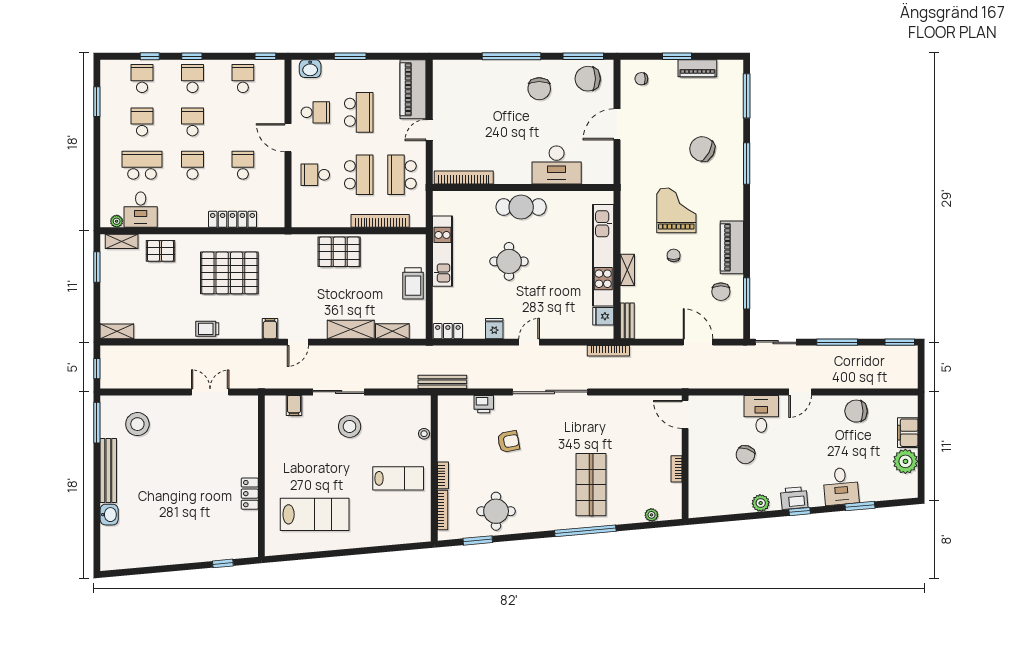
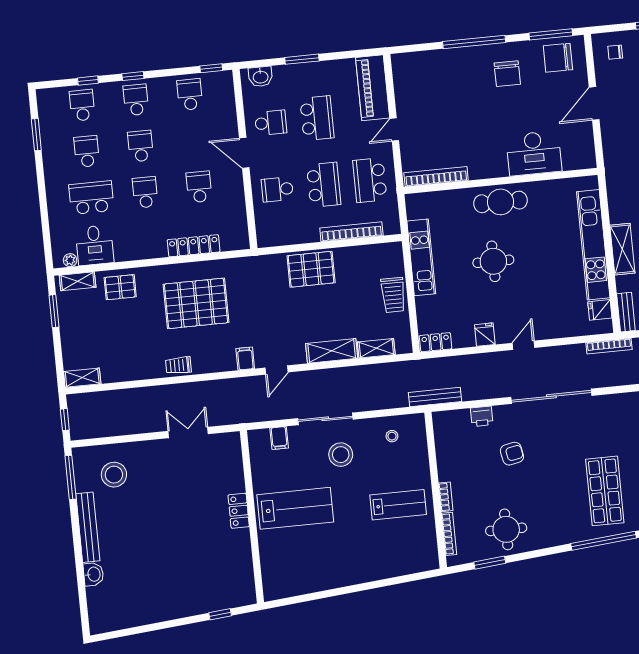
shelving: (627, 270) -> (622, 249), width x1.50, depth x1.33
stool: (424, 434) -> (392, 436), moved
locker: (250, 494) -> (239, 511), moved
lab bench: (315, 514) -> (295, 508), moved

